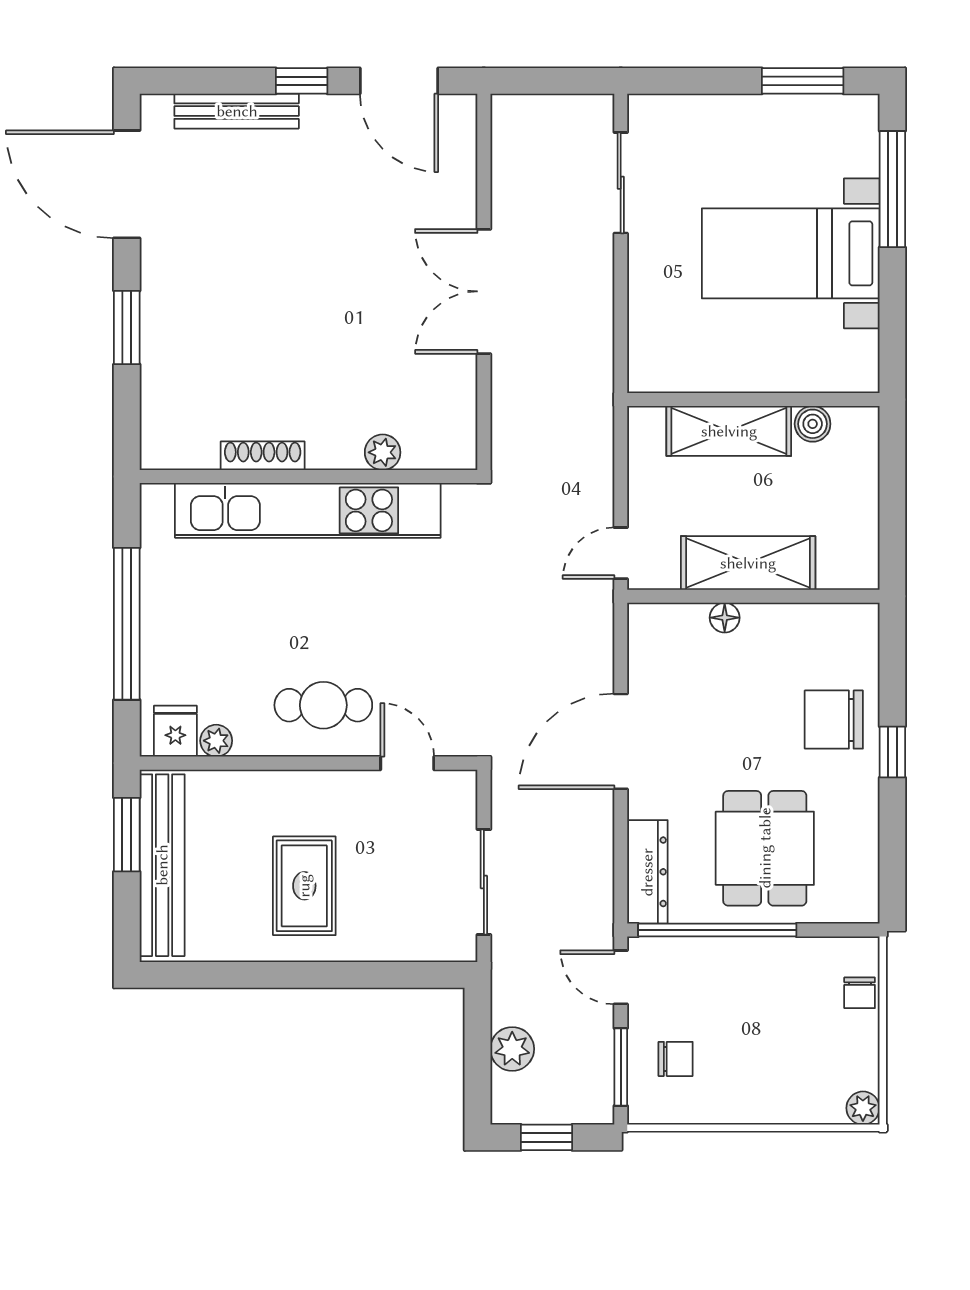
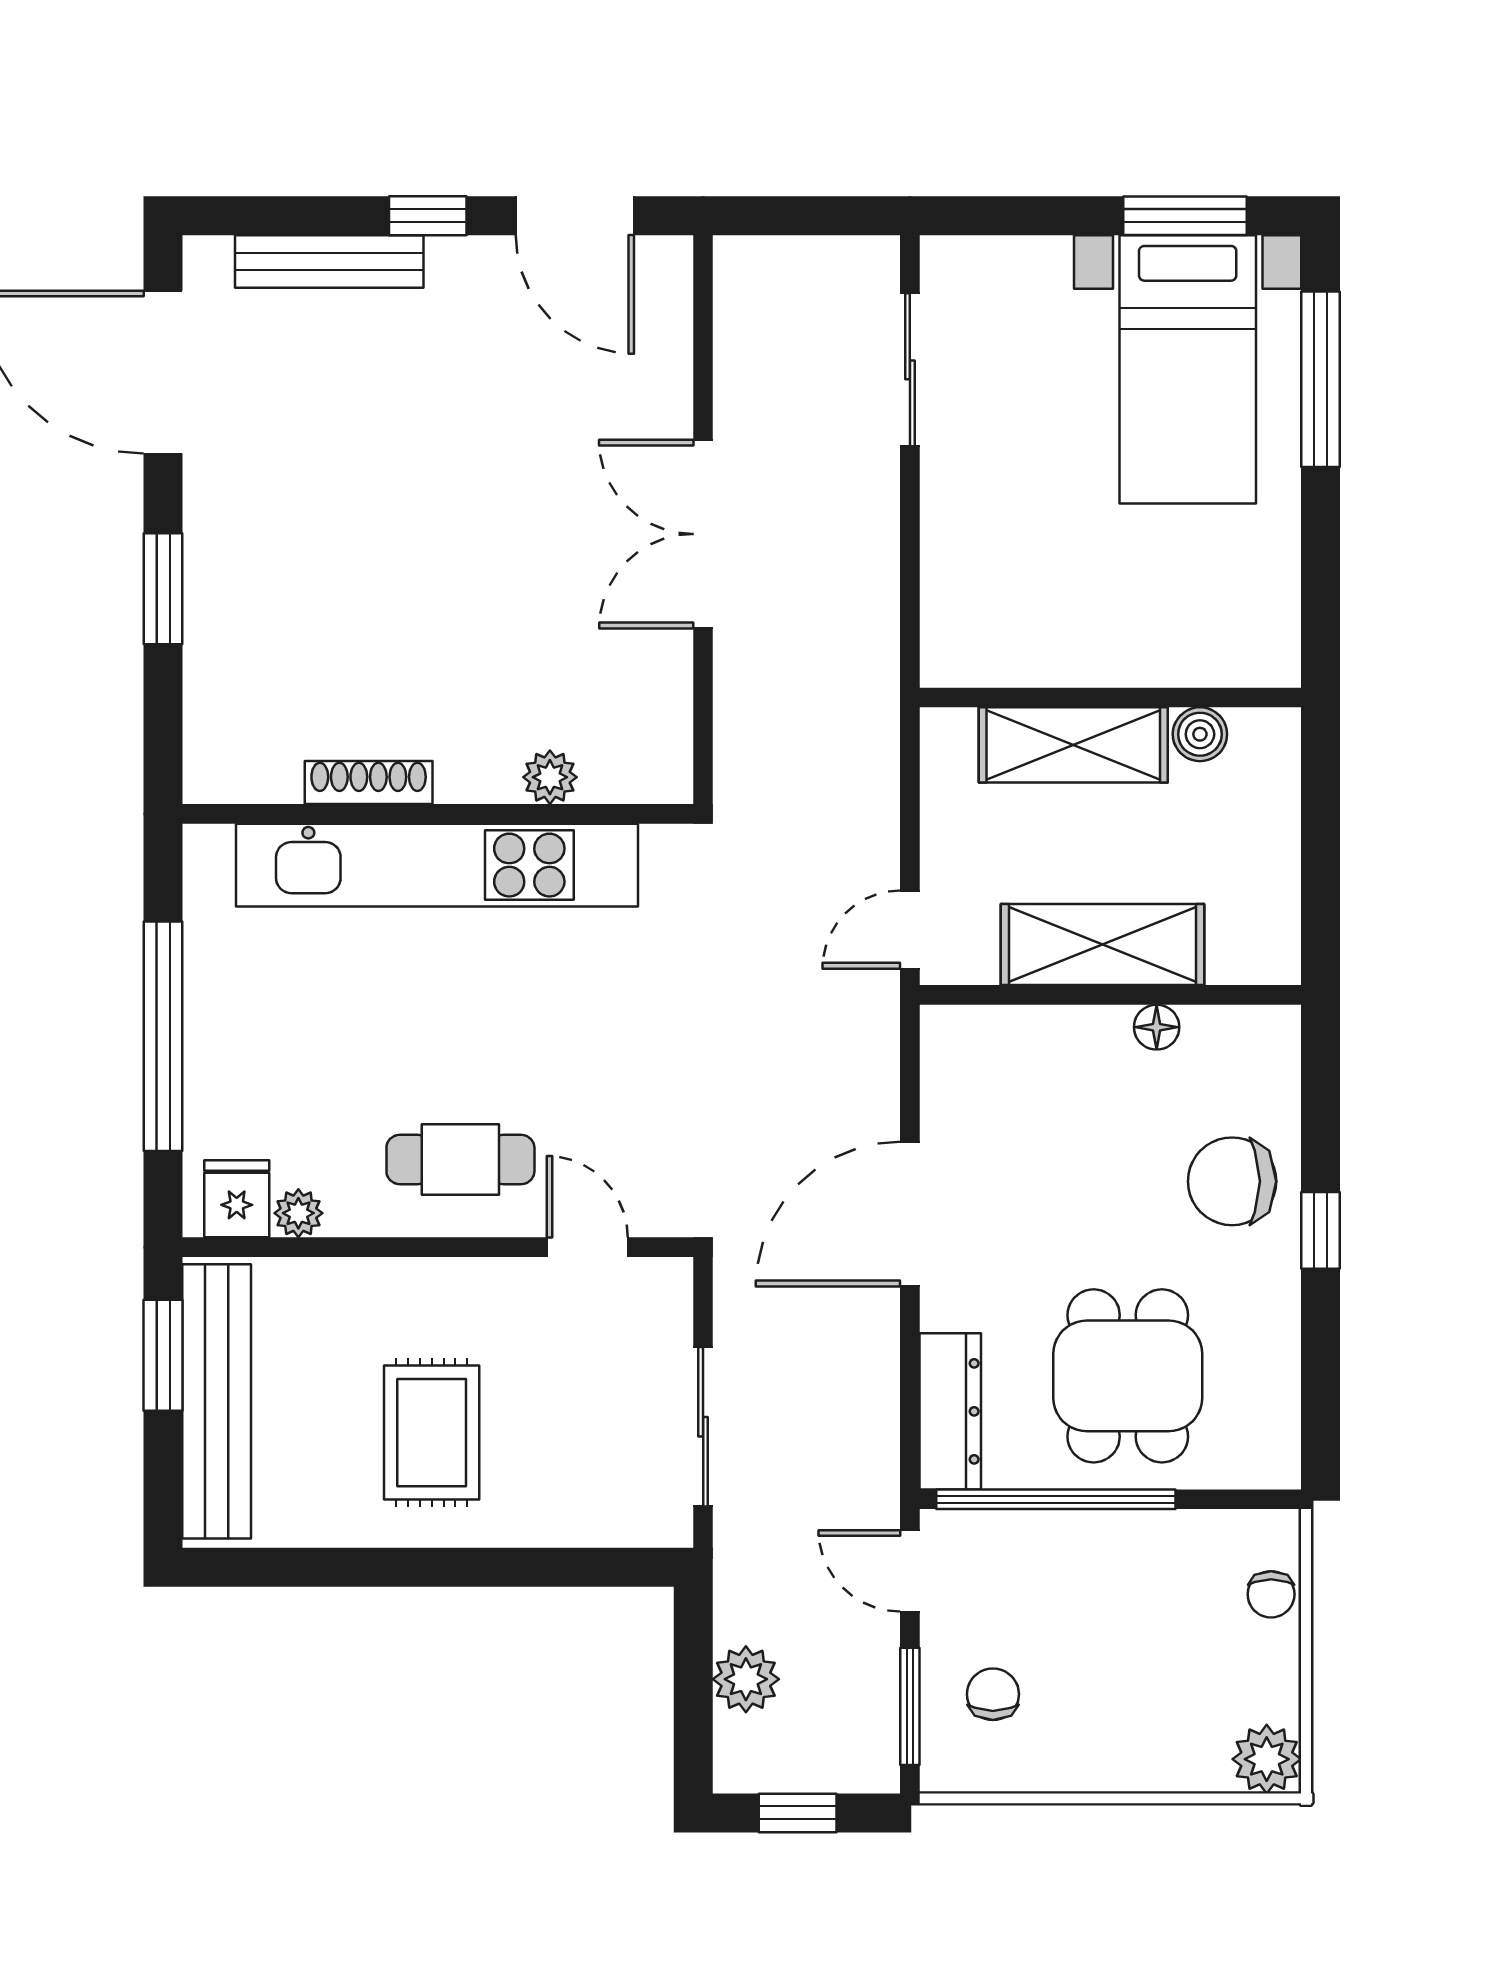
bed with nightstands: (791, 253) -> (1188, 369), moved, turned -90
floor lamp: (725, 618) -> (1157, 1027), moved
chair: (676, 1059) -> (993, 1694), turned -90
plant: (863, 1108) -> (1267, 1759), width x1.38, depth x1.38

